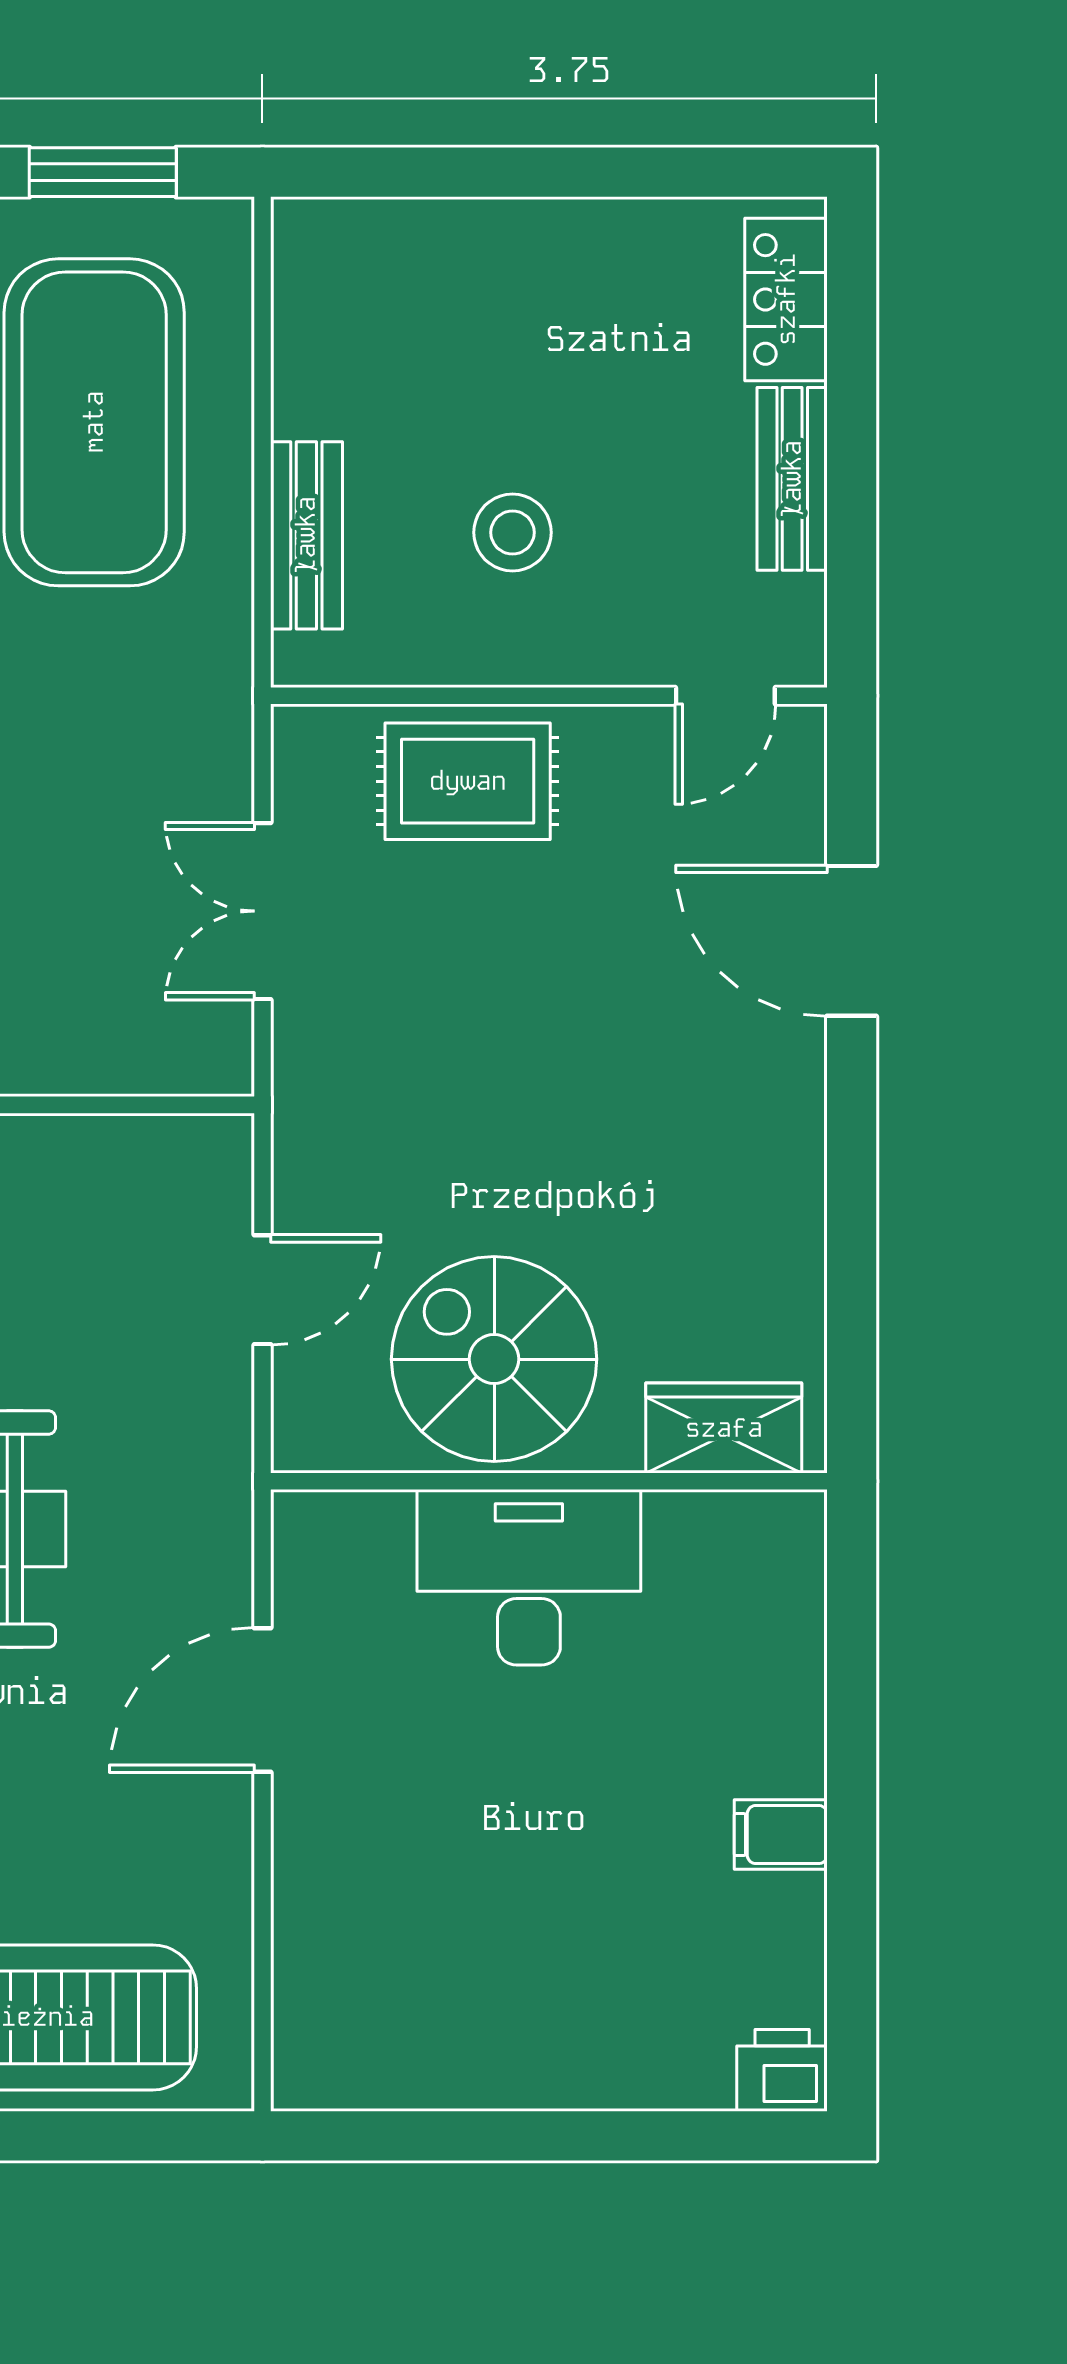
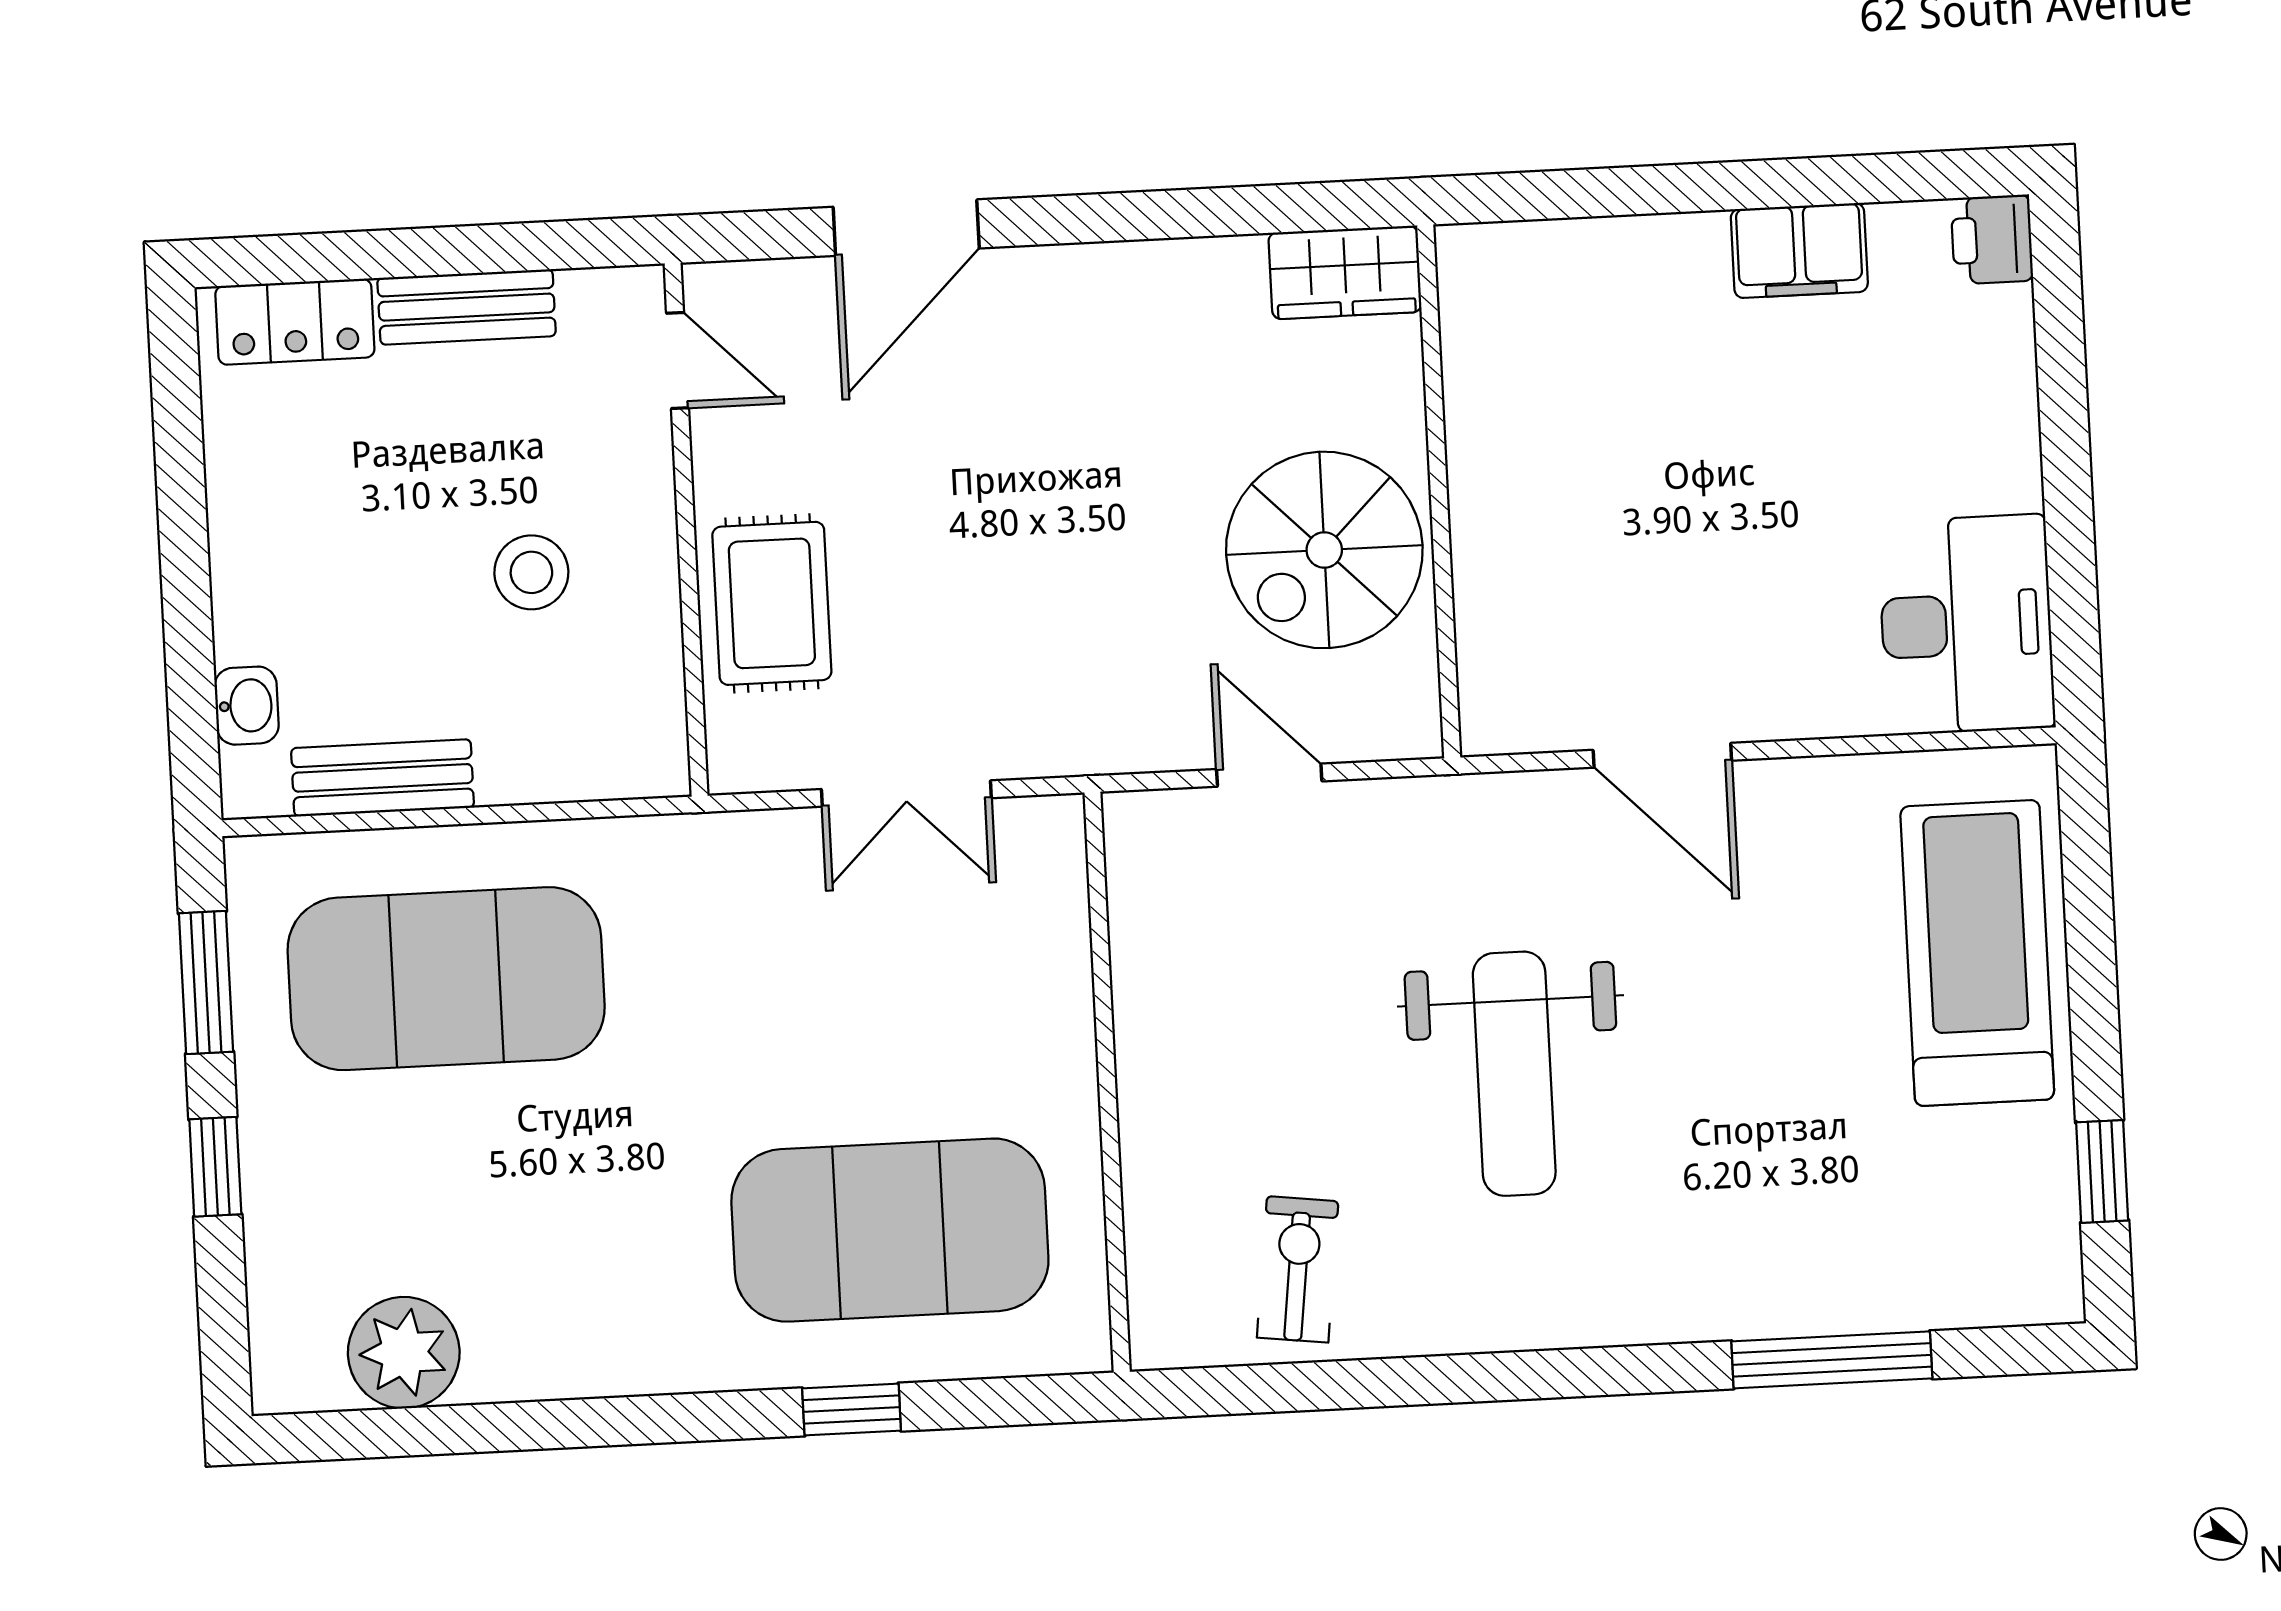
washbasin: (389, 229) -> (247, 706), added
bench: (306, 535) -> (383, 778), moved
wardrobe: (724, 1428) -> (1345, 272), moved, turned -90
desk: (529, 1577) -> (1966, 625), moved, turned 180
filing cabinet: (781, 1835) -> (1799, 251), width x2.00

